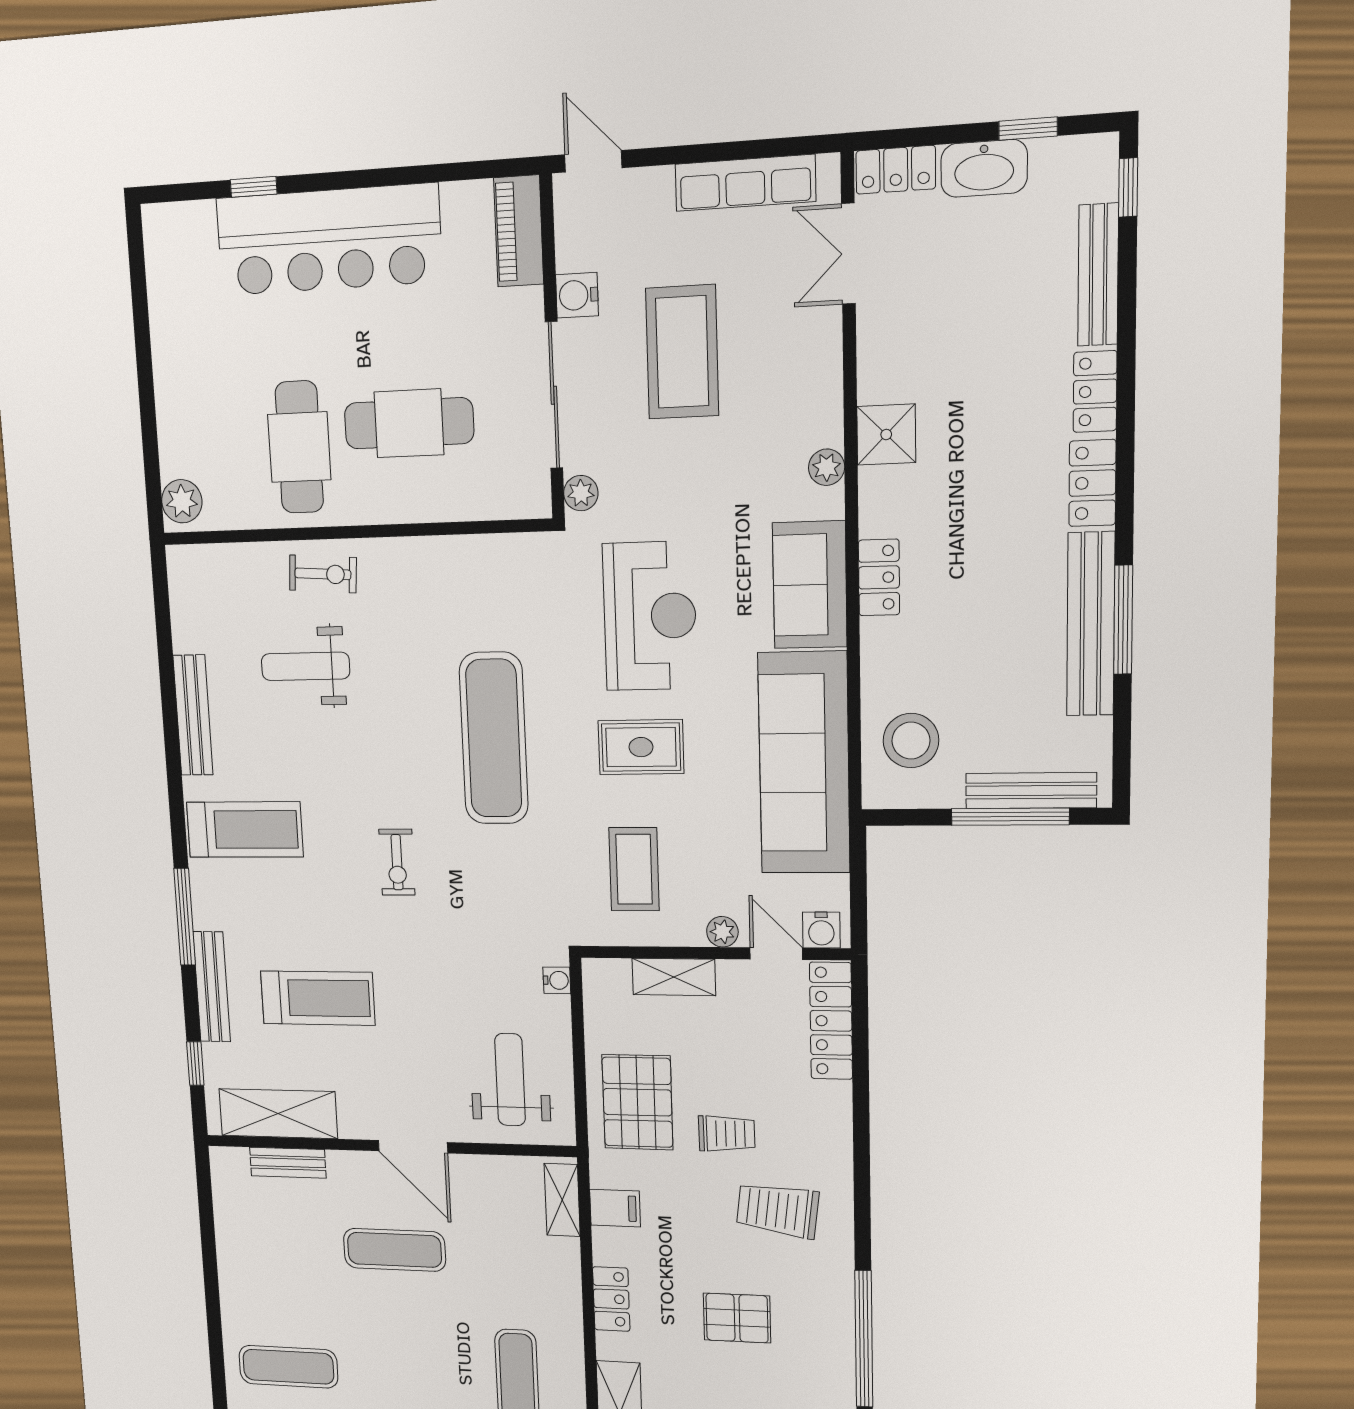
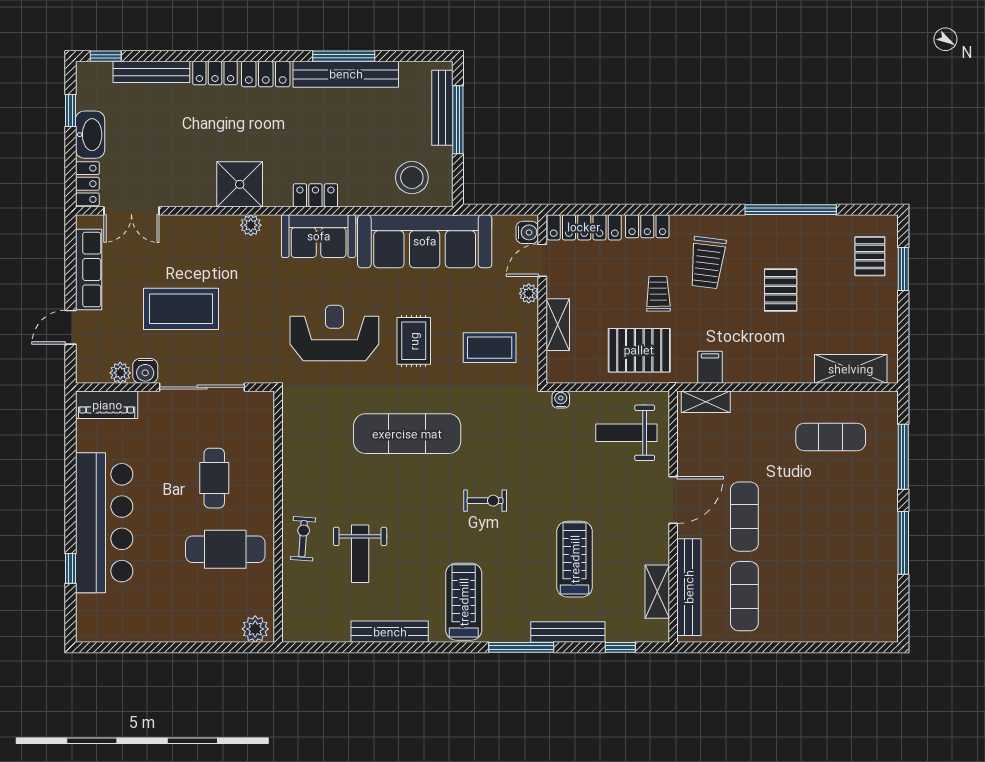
door: (593, 161) -> (71, 327), moved
cafe table: (409, 423) -> (214, 478), width x0.73, depth x0.74
shower: (886, 435) -> (240, 184), width x1.36, depth x1.36
plant: (581, 493) -> (120, 373), moved
shelving: (278, 1114) -> (657, 592), width x0.67, depth x0.75
bench: (288, 1163) -> (689, 587), width x1.86, depth x1.21
locker: (611, 1299) -> (647, 226), moved, turned 180
exercise mat: (288, 1367) -> (744, 596), moved

